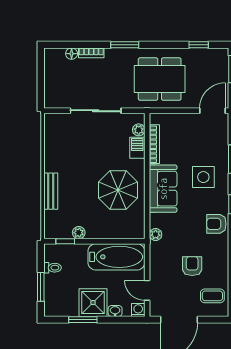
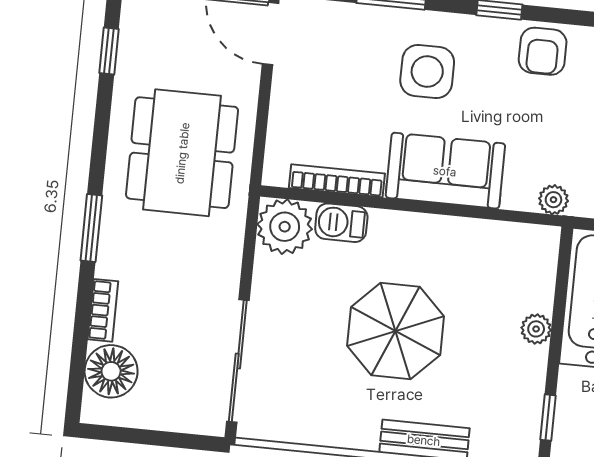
floor lamp: (72, 54) -> (111, 371), width x1.89, depth x1.89
sliding door: (96, 111) -> (238, 361), moved
plant: (139, 130) -> (285, 227), width x1.88, depth x1.88
parasol: (118, 190) -> (396, 331), moved
plant: (79, 233) -> (536, 329), moved

